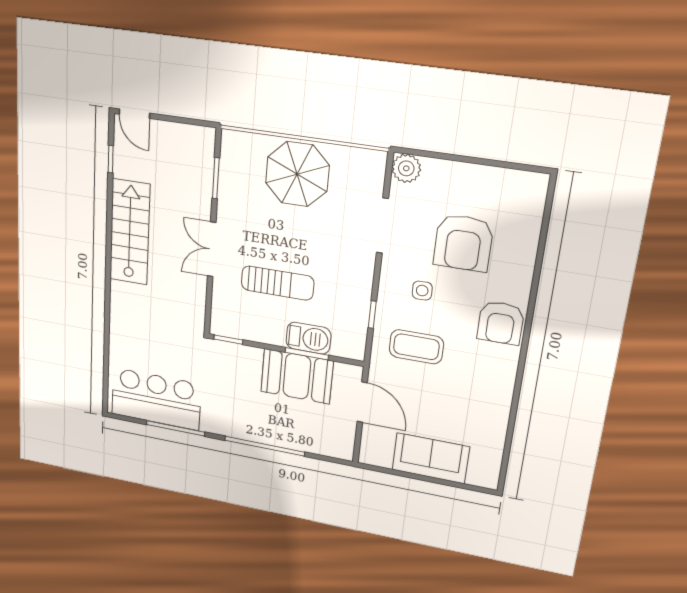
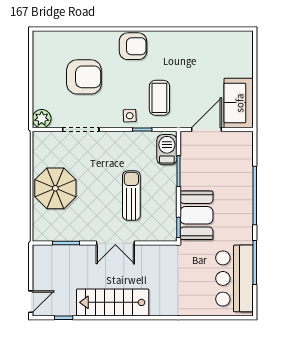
side table: (422, 291) -> (130, 116), moved
barbecue: (308, 338) -> (167, 150), moved
booth: (297, 376) -> (196, 215), moved
sofa: (431, 458) -> (239, 103), moved

